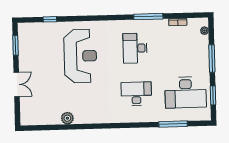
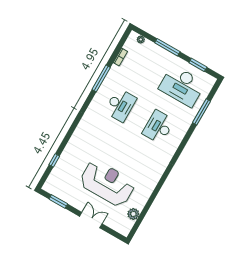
desk: (135, 48) -> (120, 105), turned -90
reception desk: (80, 56) -> (107, 183), moved
desk: (186, 92) -> (182, 86), turned 90
plant: (67, 118) -> (133, 214), moved

